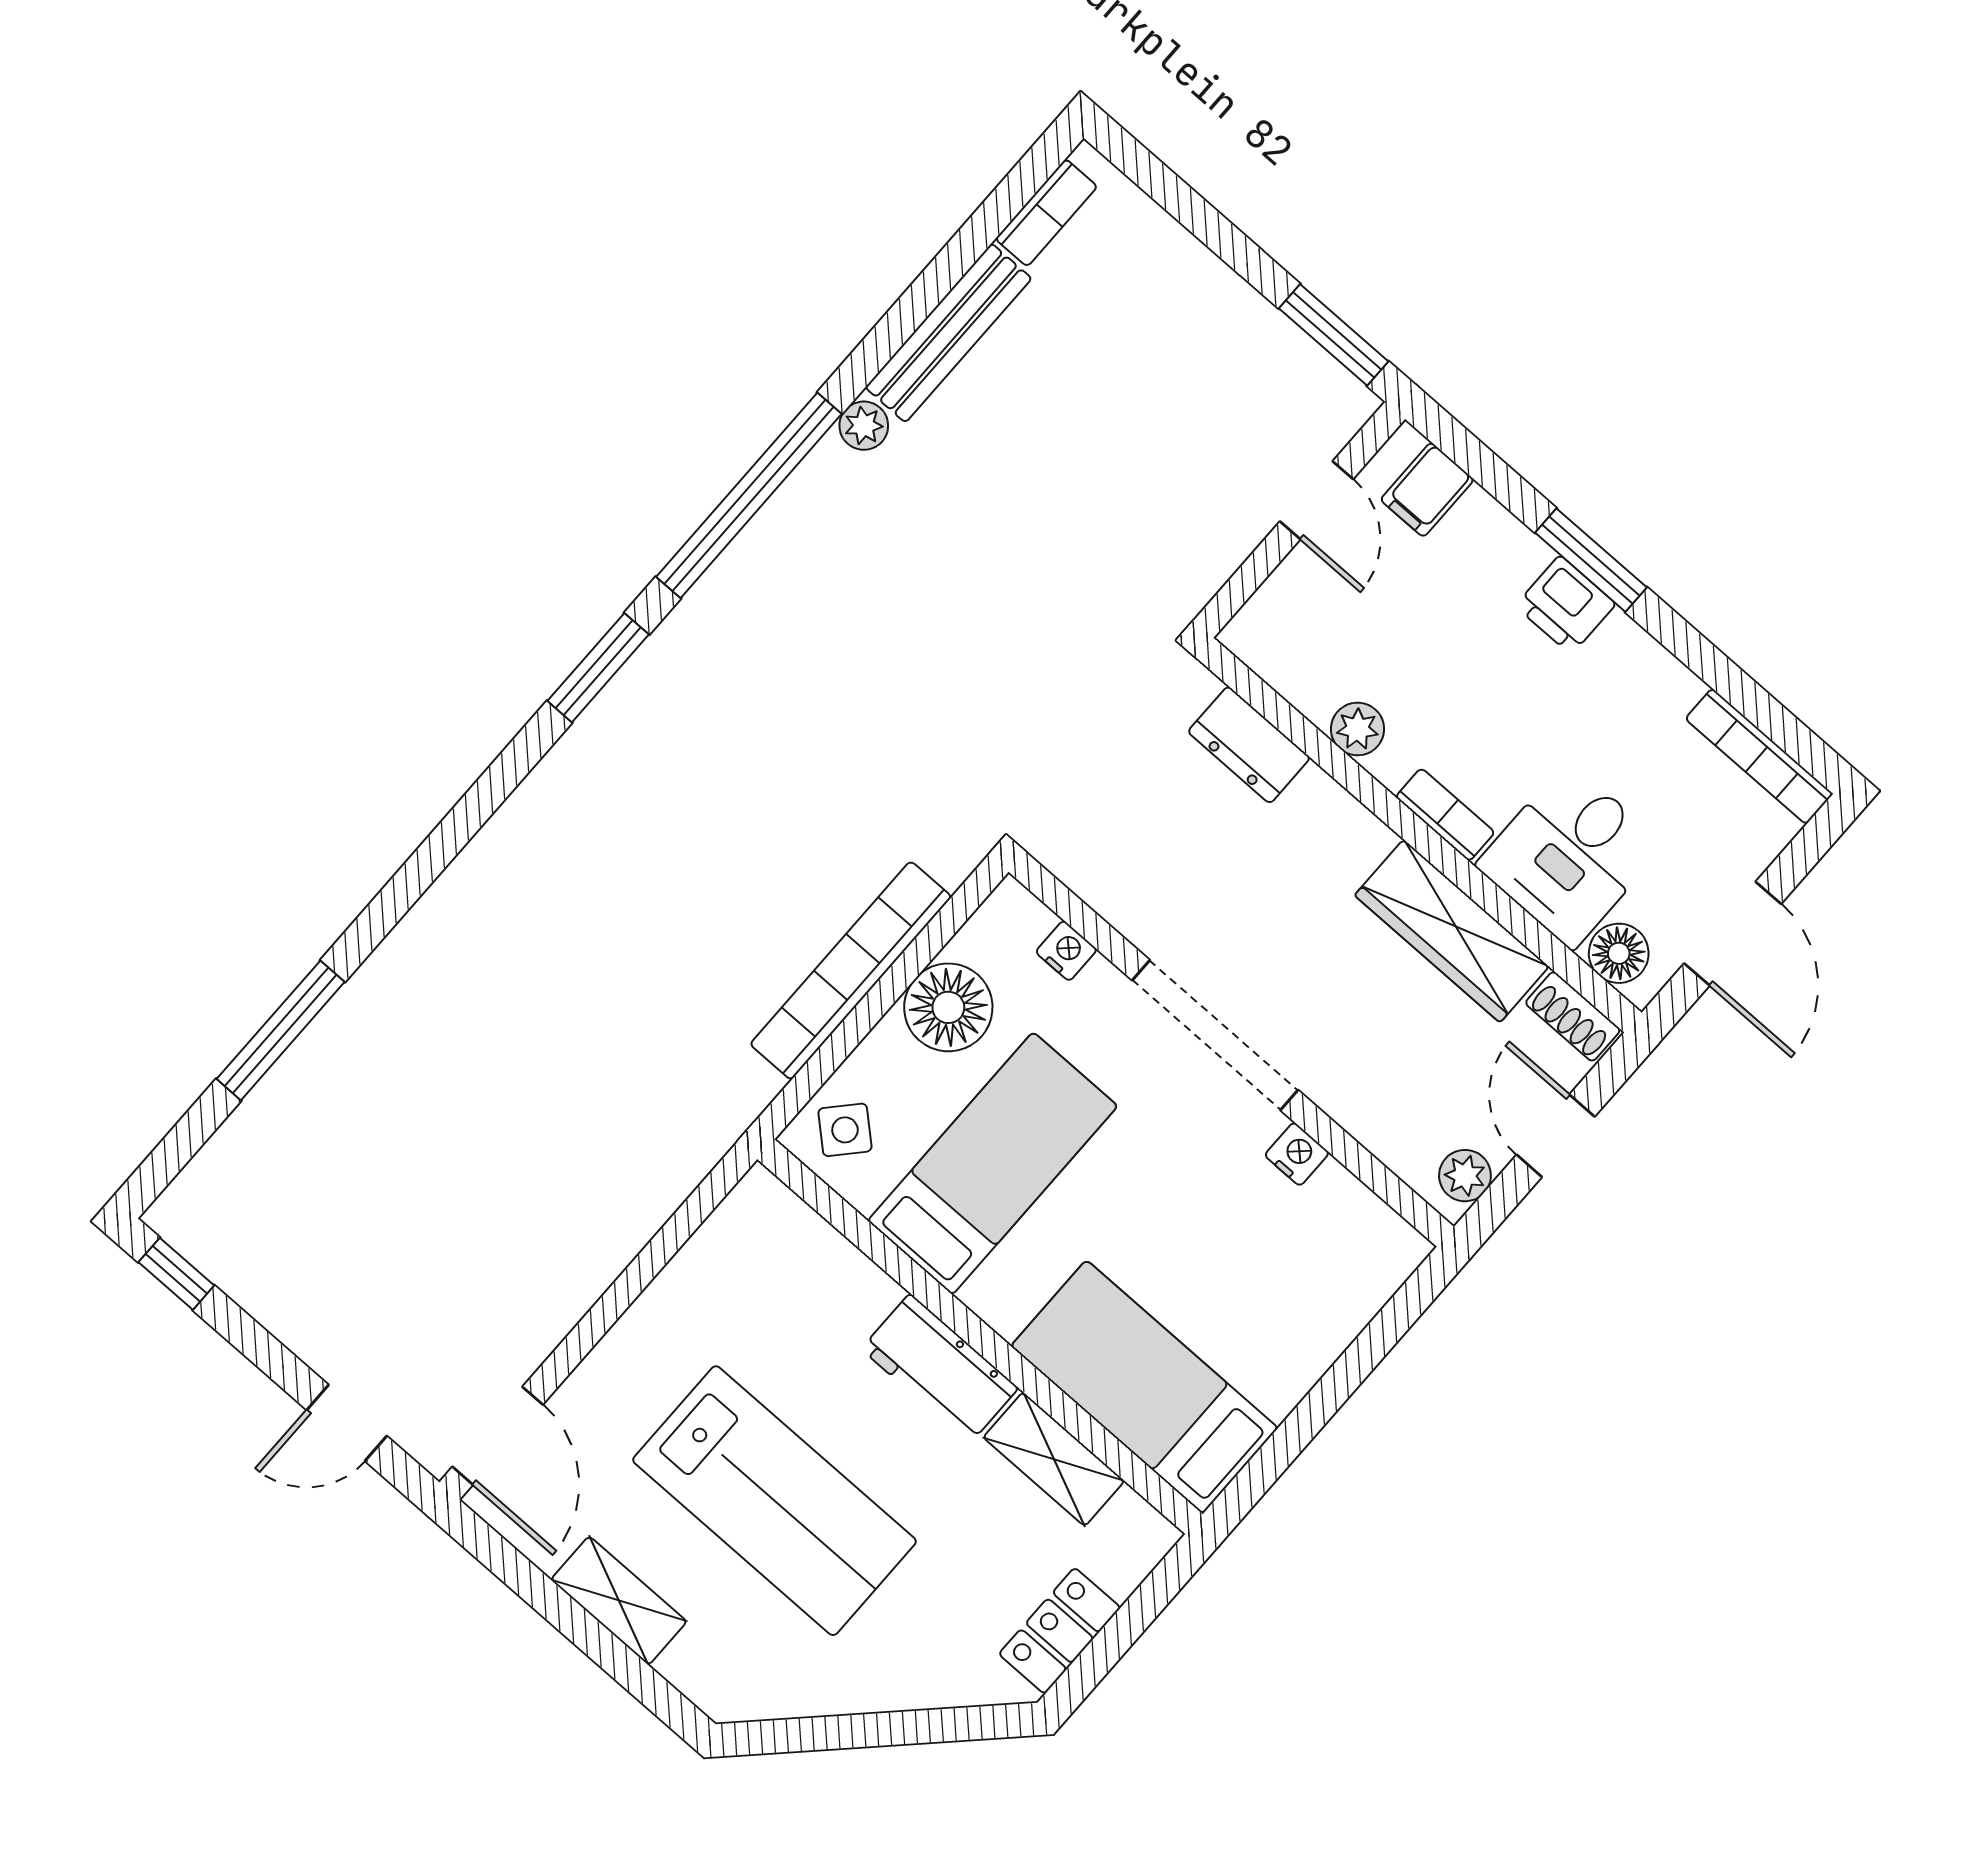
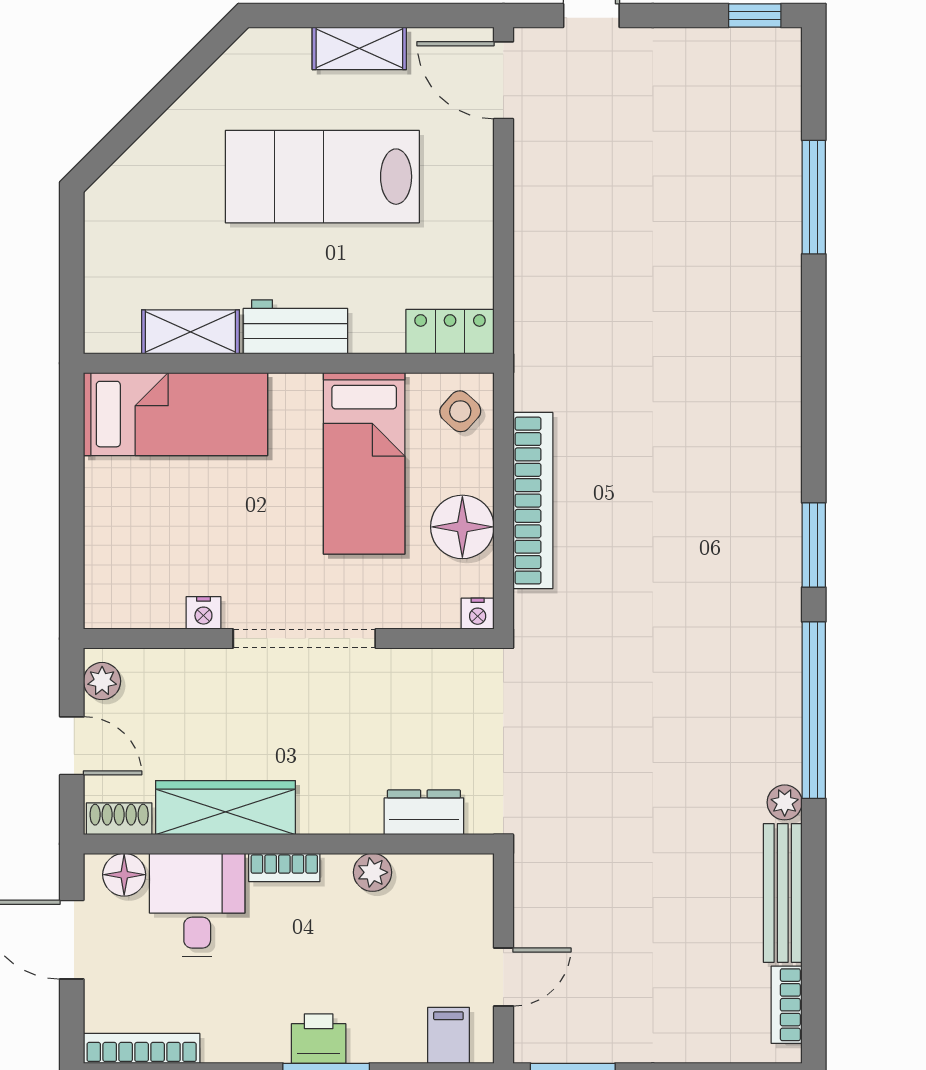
door: (1316, 500) -> (503, 977), swing flipped
nightstand: (1066, 951) -> (478, 614), moved
locker: (1060, 1631) -> (450, 332), moved, turned -90

